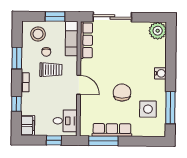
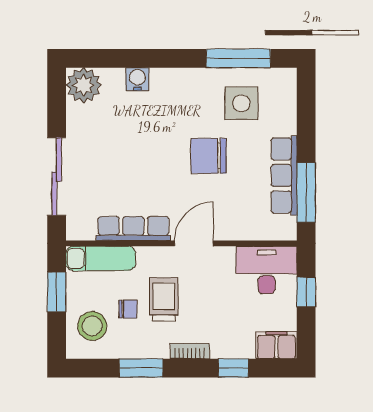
row of seats: (86, 40) -> (133, 229), moved
water cooler: (160, 73) -> (137, 79), moved
desk: (65, 121) -> (267, 270), width x1.37

